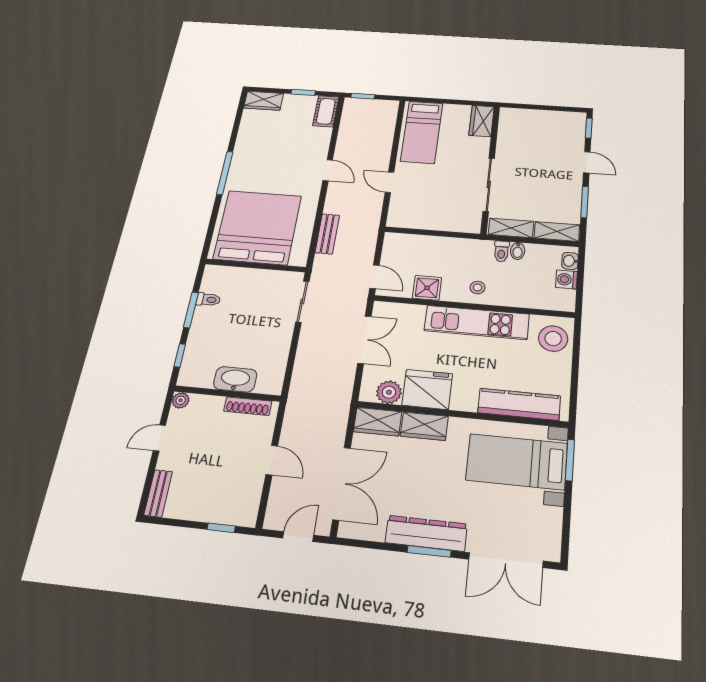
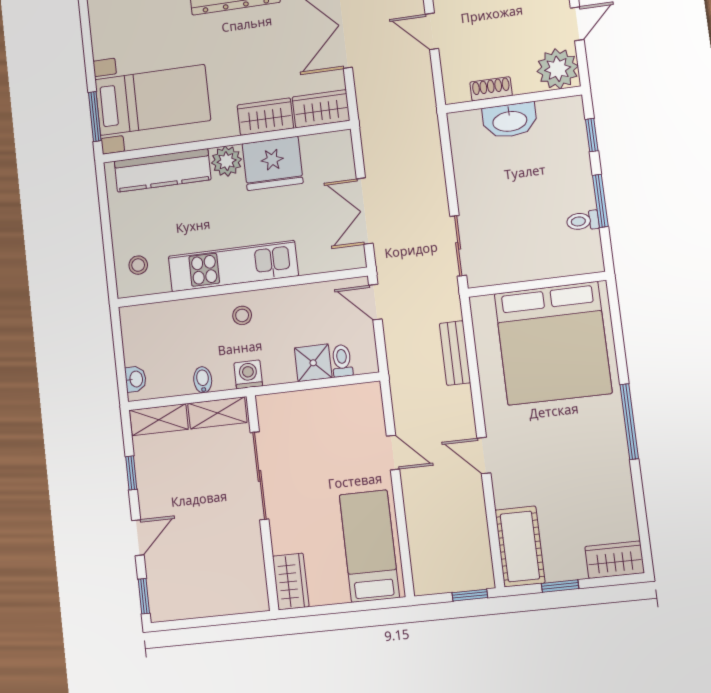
cot: (326, 111) -> (520, 546), width x1.37, depth x1.34
door: (587, 162) -> (138, 538), swing flipped
window: (585, 202) -> (131, 473), width x0.67
toilet: (501, 251) -> (342, 361), moved
washing machine: (566, 279) -> (248, 374), moved, turned -90
shower: (427, 288) -> (313, 363), moved
stool: (553, 339) -> (138, 265), width x0.53, depth x0.53
plant: (389, 392) -> (227, 161), moved
plant: (181, 400) -> (558, 69), width x1.87, depth x1.87
shoe rack: (248, 406) -> (491, 89), width x0.70

